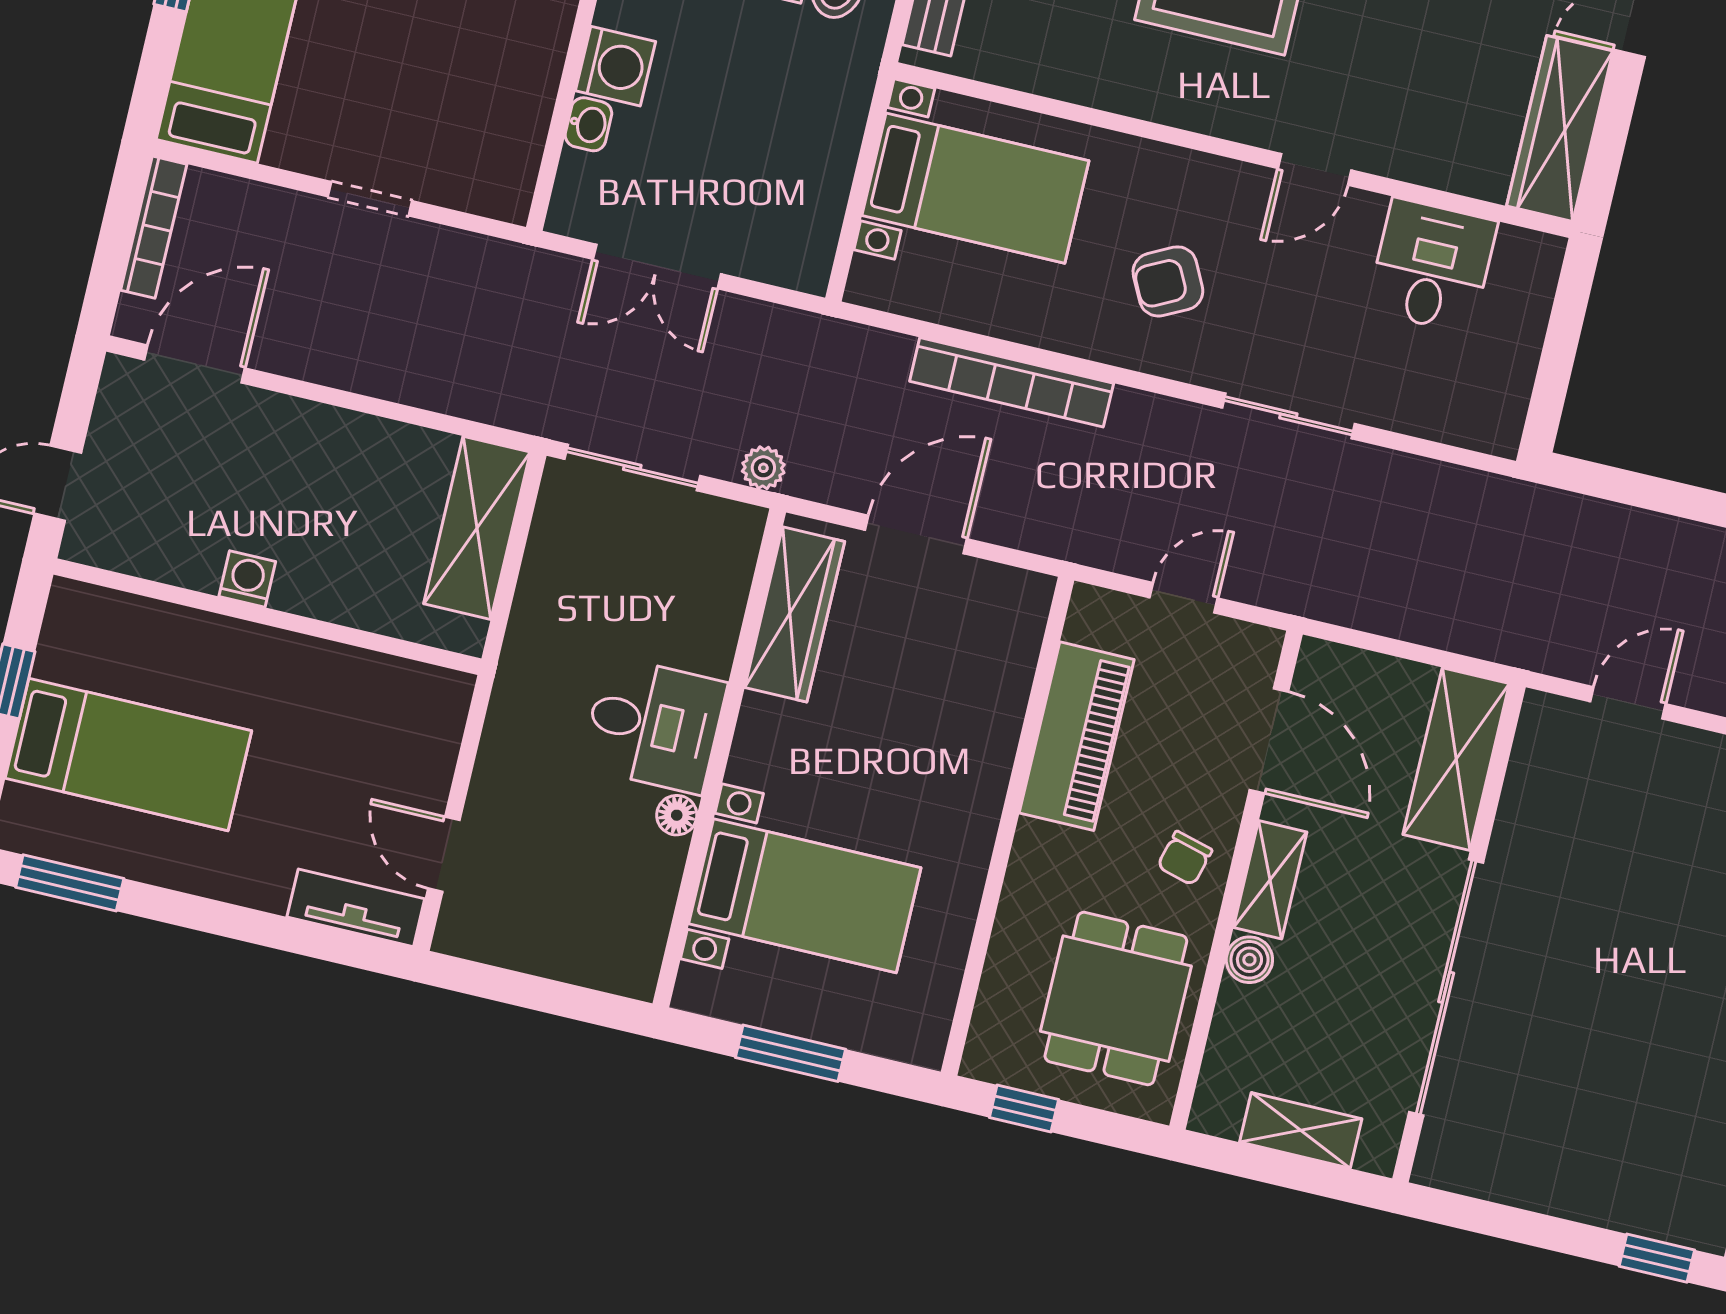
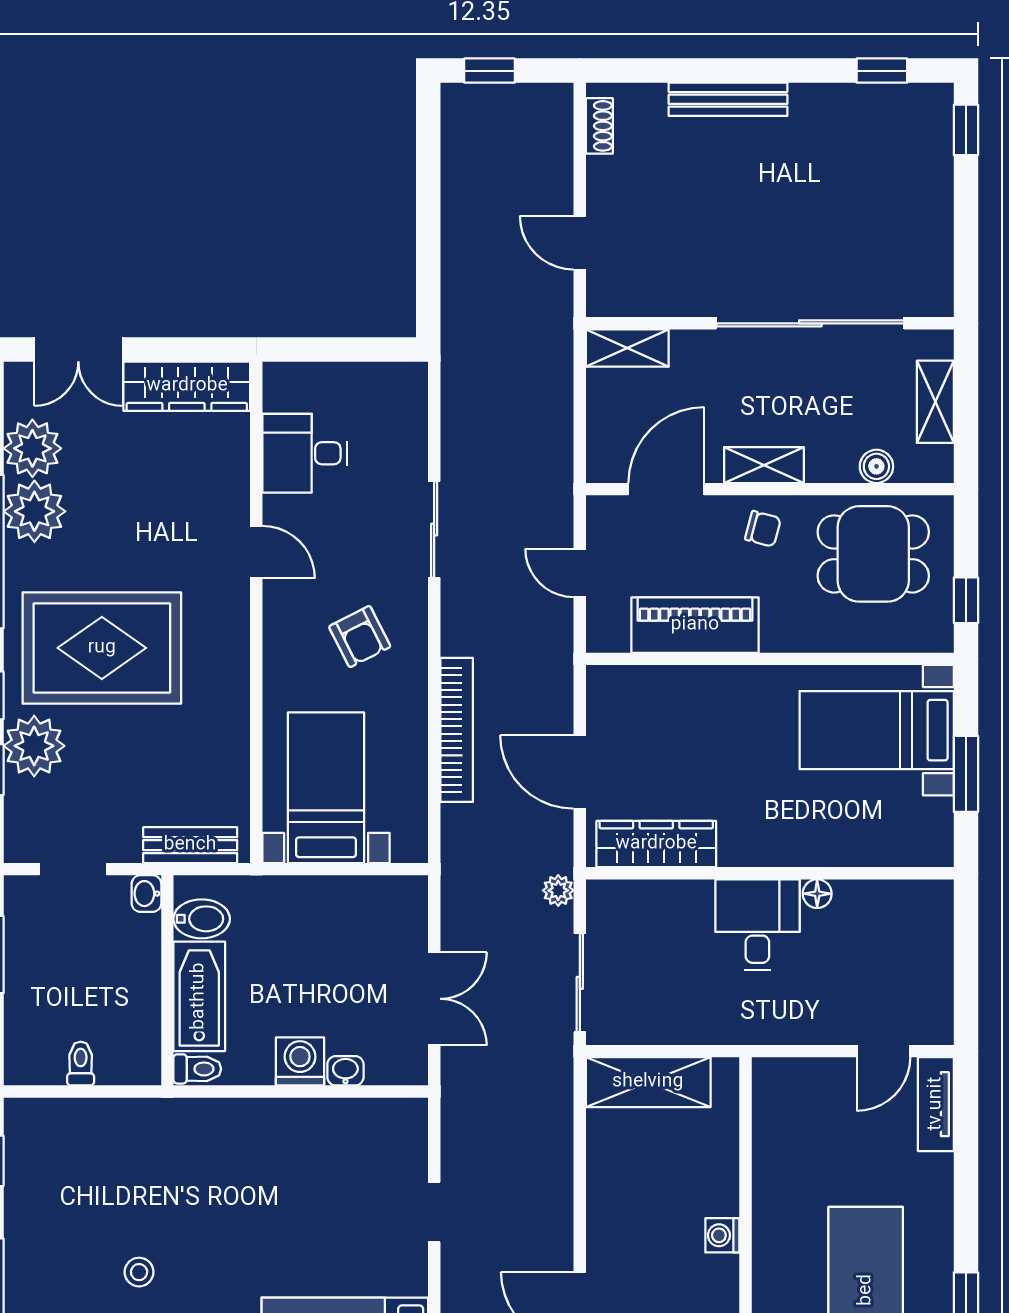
shelving: (1456, 759) -> (627, 348), width x0.67, depth x0.75
bed with nightstands: (805, 896) -> (877, 730), moved, turned -90
boiler: (1249, 960) -> (876, 466), moved

